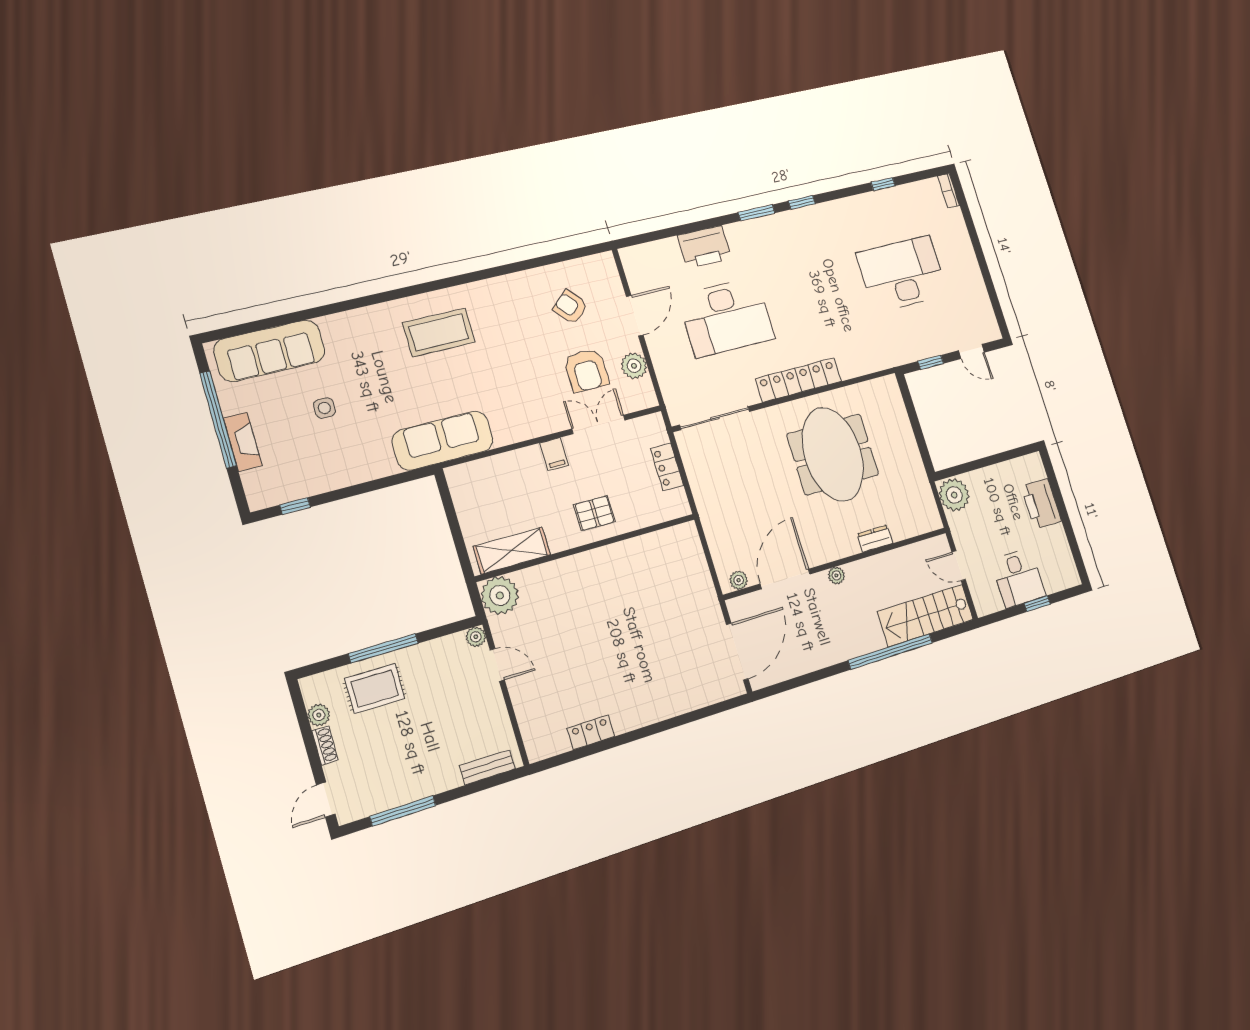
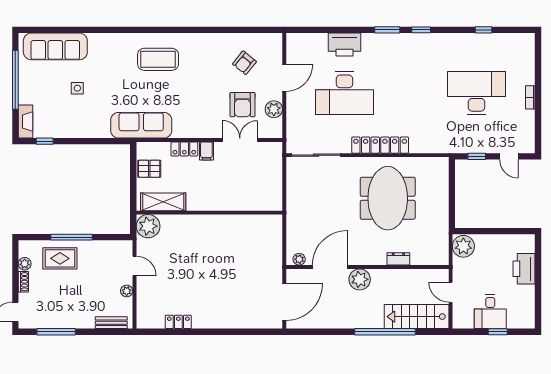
bookcase: (949, 191) -> (530, 97), moved
armchair: (570, 307) -> (244, 63), turned -100
fireplace: (243, 442) -> (25, 122), moved
locker: (667, 467) -> (184, 149), moved, turned -90
pallet: (594, 513) -> (149, 169), moved
plant: (836, 575) -> (360, 279), width x1.88, depth x1.88
plant: (476, 637) -> (127, 291), moved

